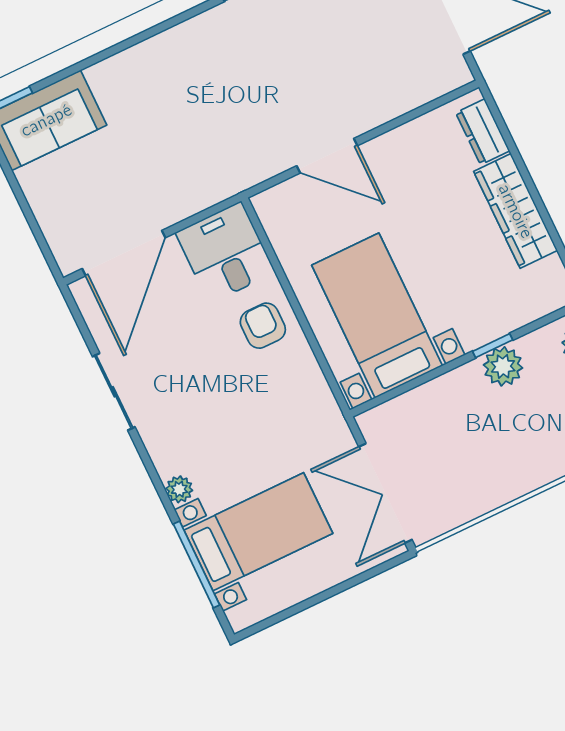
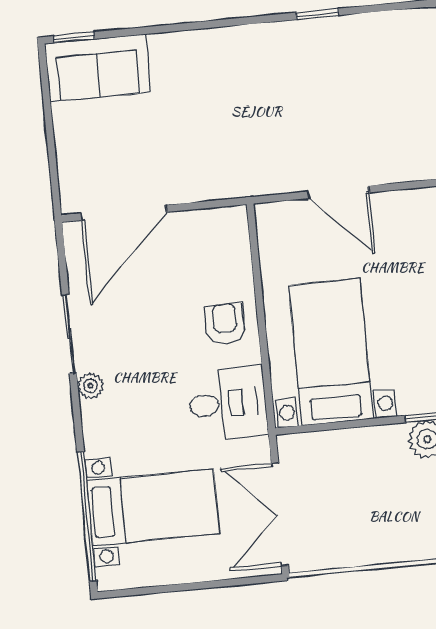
desk: (225, 252) -> (228, 403), moved, turned 90
plant: (179, 489) -> (90, 386), moved
window: (196, 564) -> (87, 516), width x1.46

